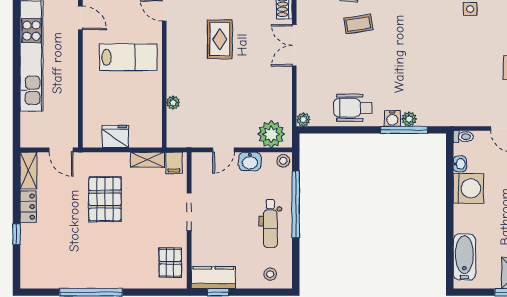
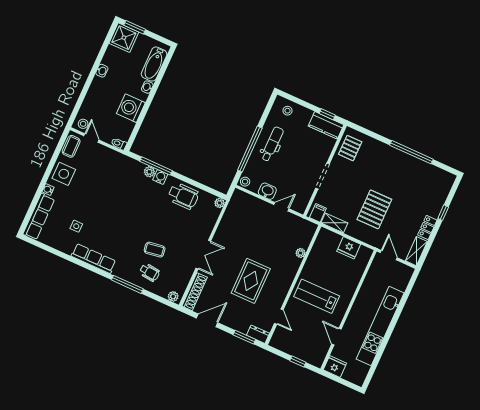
rug: (220, 39) -> (251, 281), width x1.36, depth x1.43
plant: (271, 134) -> (245, 203), removed
washbasin: (460, 164) -> (147, 87), moved

